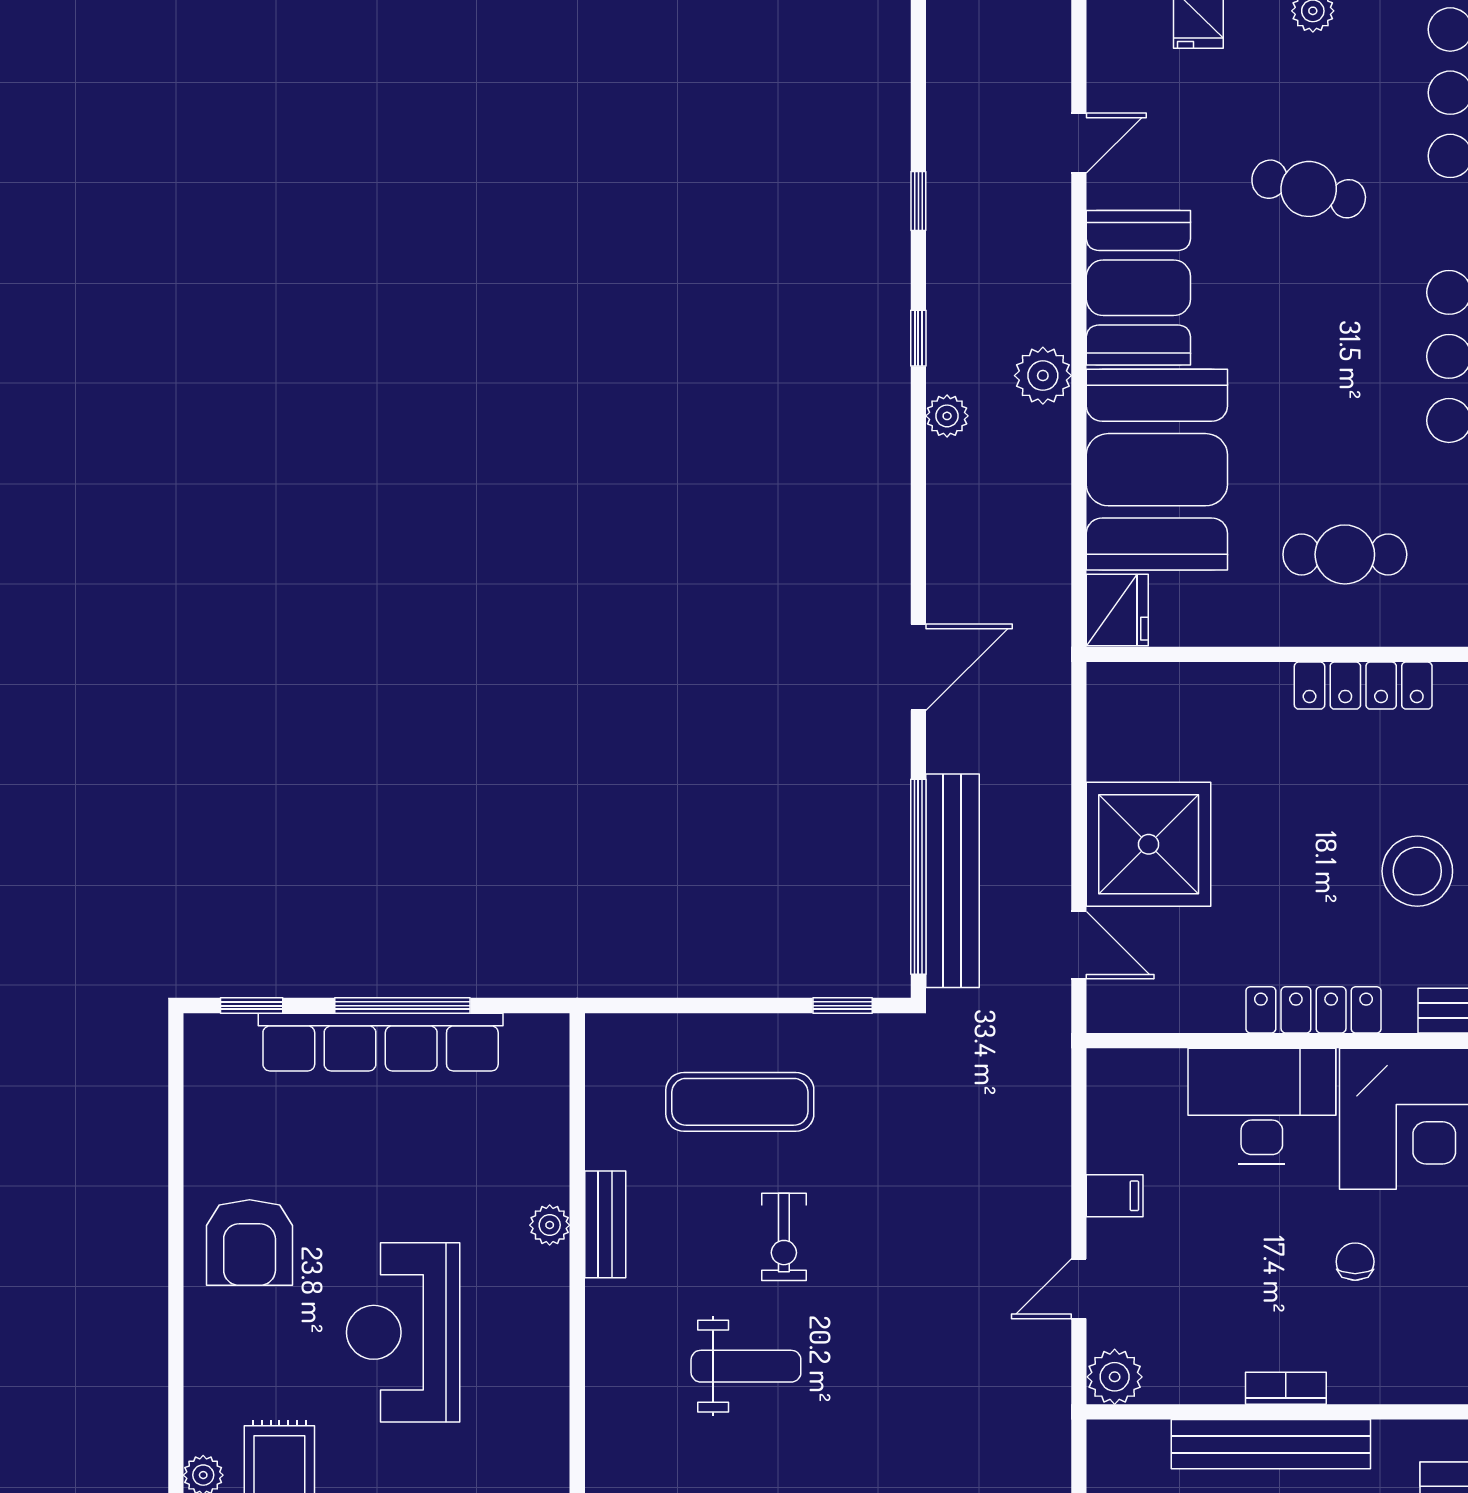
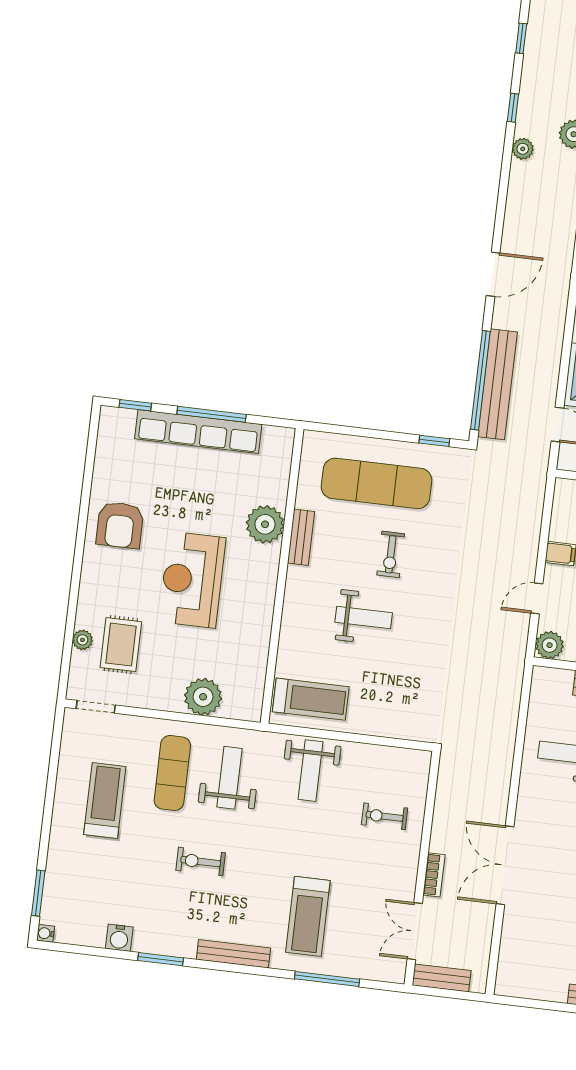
exercise mat: (740, 1102) -> (377, 483), width x1.36, depth x1.45
plant: (550, 1225) -> (265, 524), width x1.87, depth x1.87

